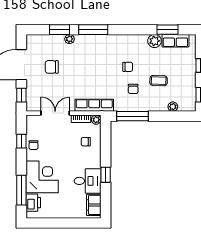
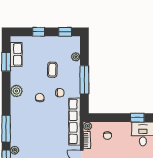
plant: (154, 41) -> (16, 91), moved
row of seats: (94, 105) -> (75, 122), width x1.36
window: (133, 116) -> (84, 80), moved

